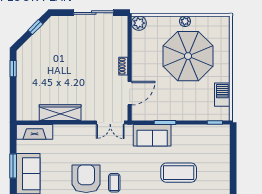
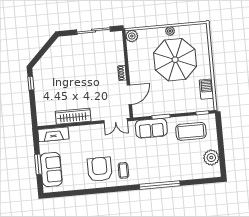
window: (35, 27) -> (46, 47), removed
coffee table: (179, 173) -> (191, 131), moved
plant: (221, 177) -> (211, 158), added

